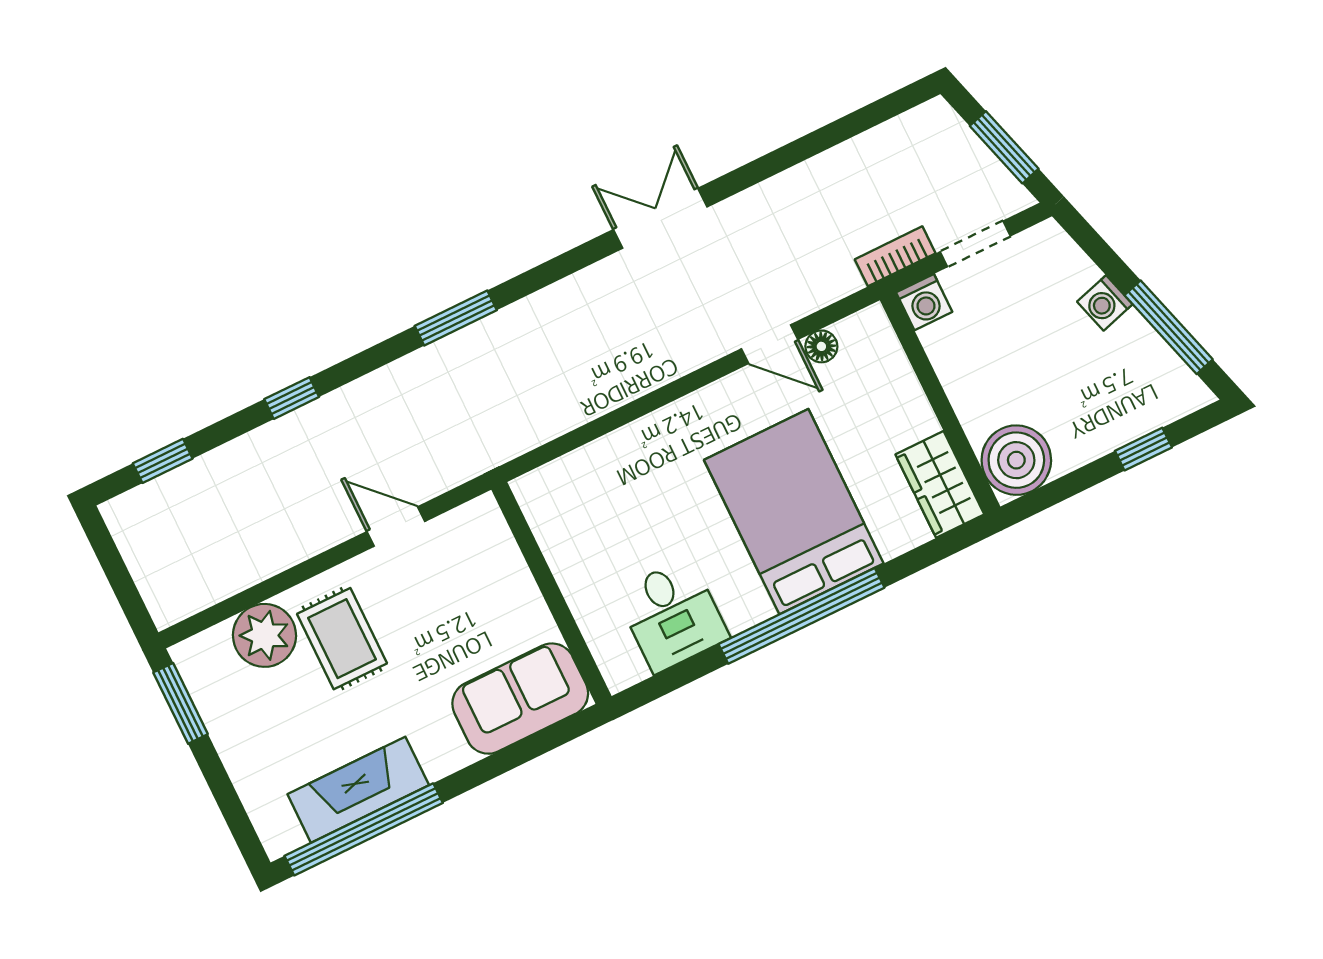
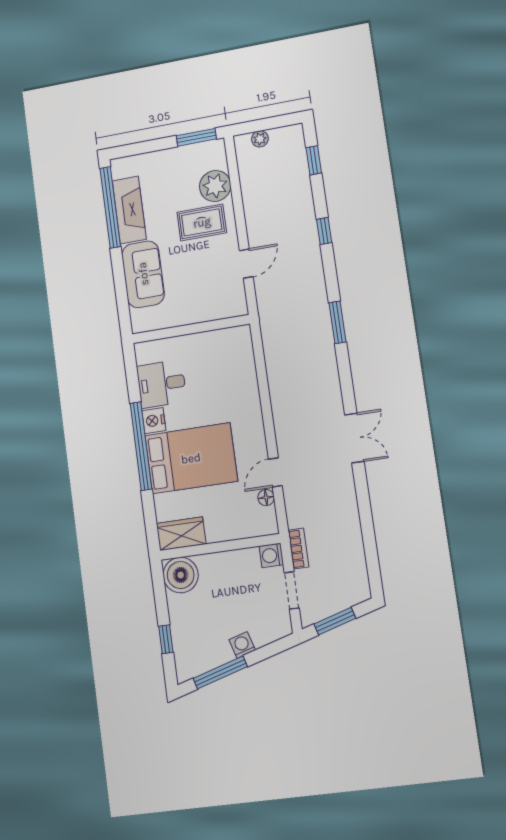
plant: (150, 578) -> (260, 139), added
nightstand: (746, 607) -> (154, 421), added
sofa: (520, 699) -> (143, 274), moved

